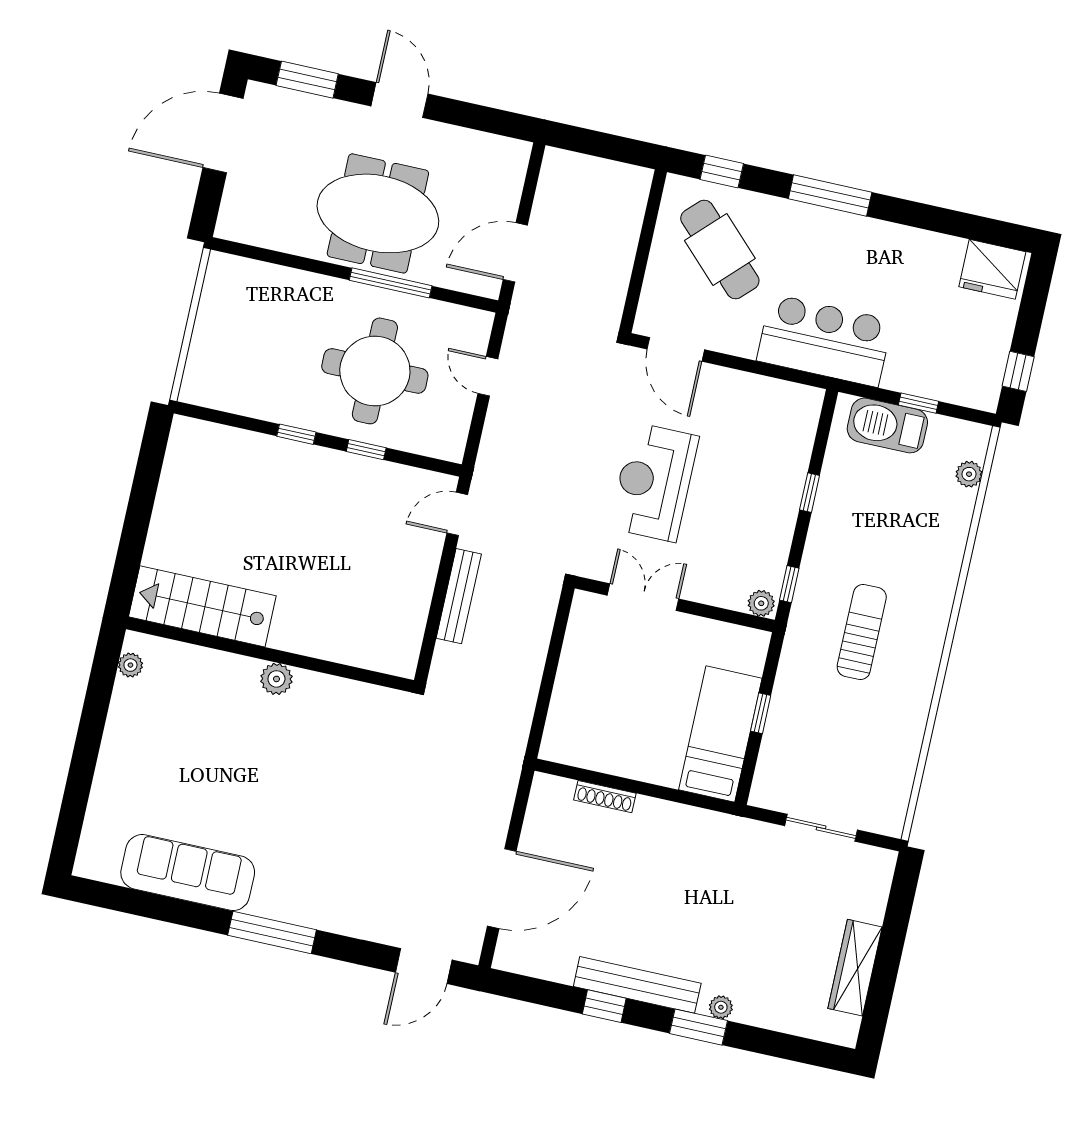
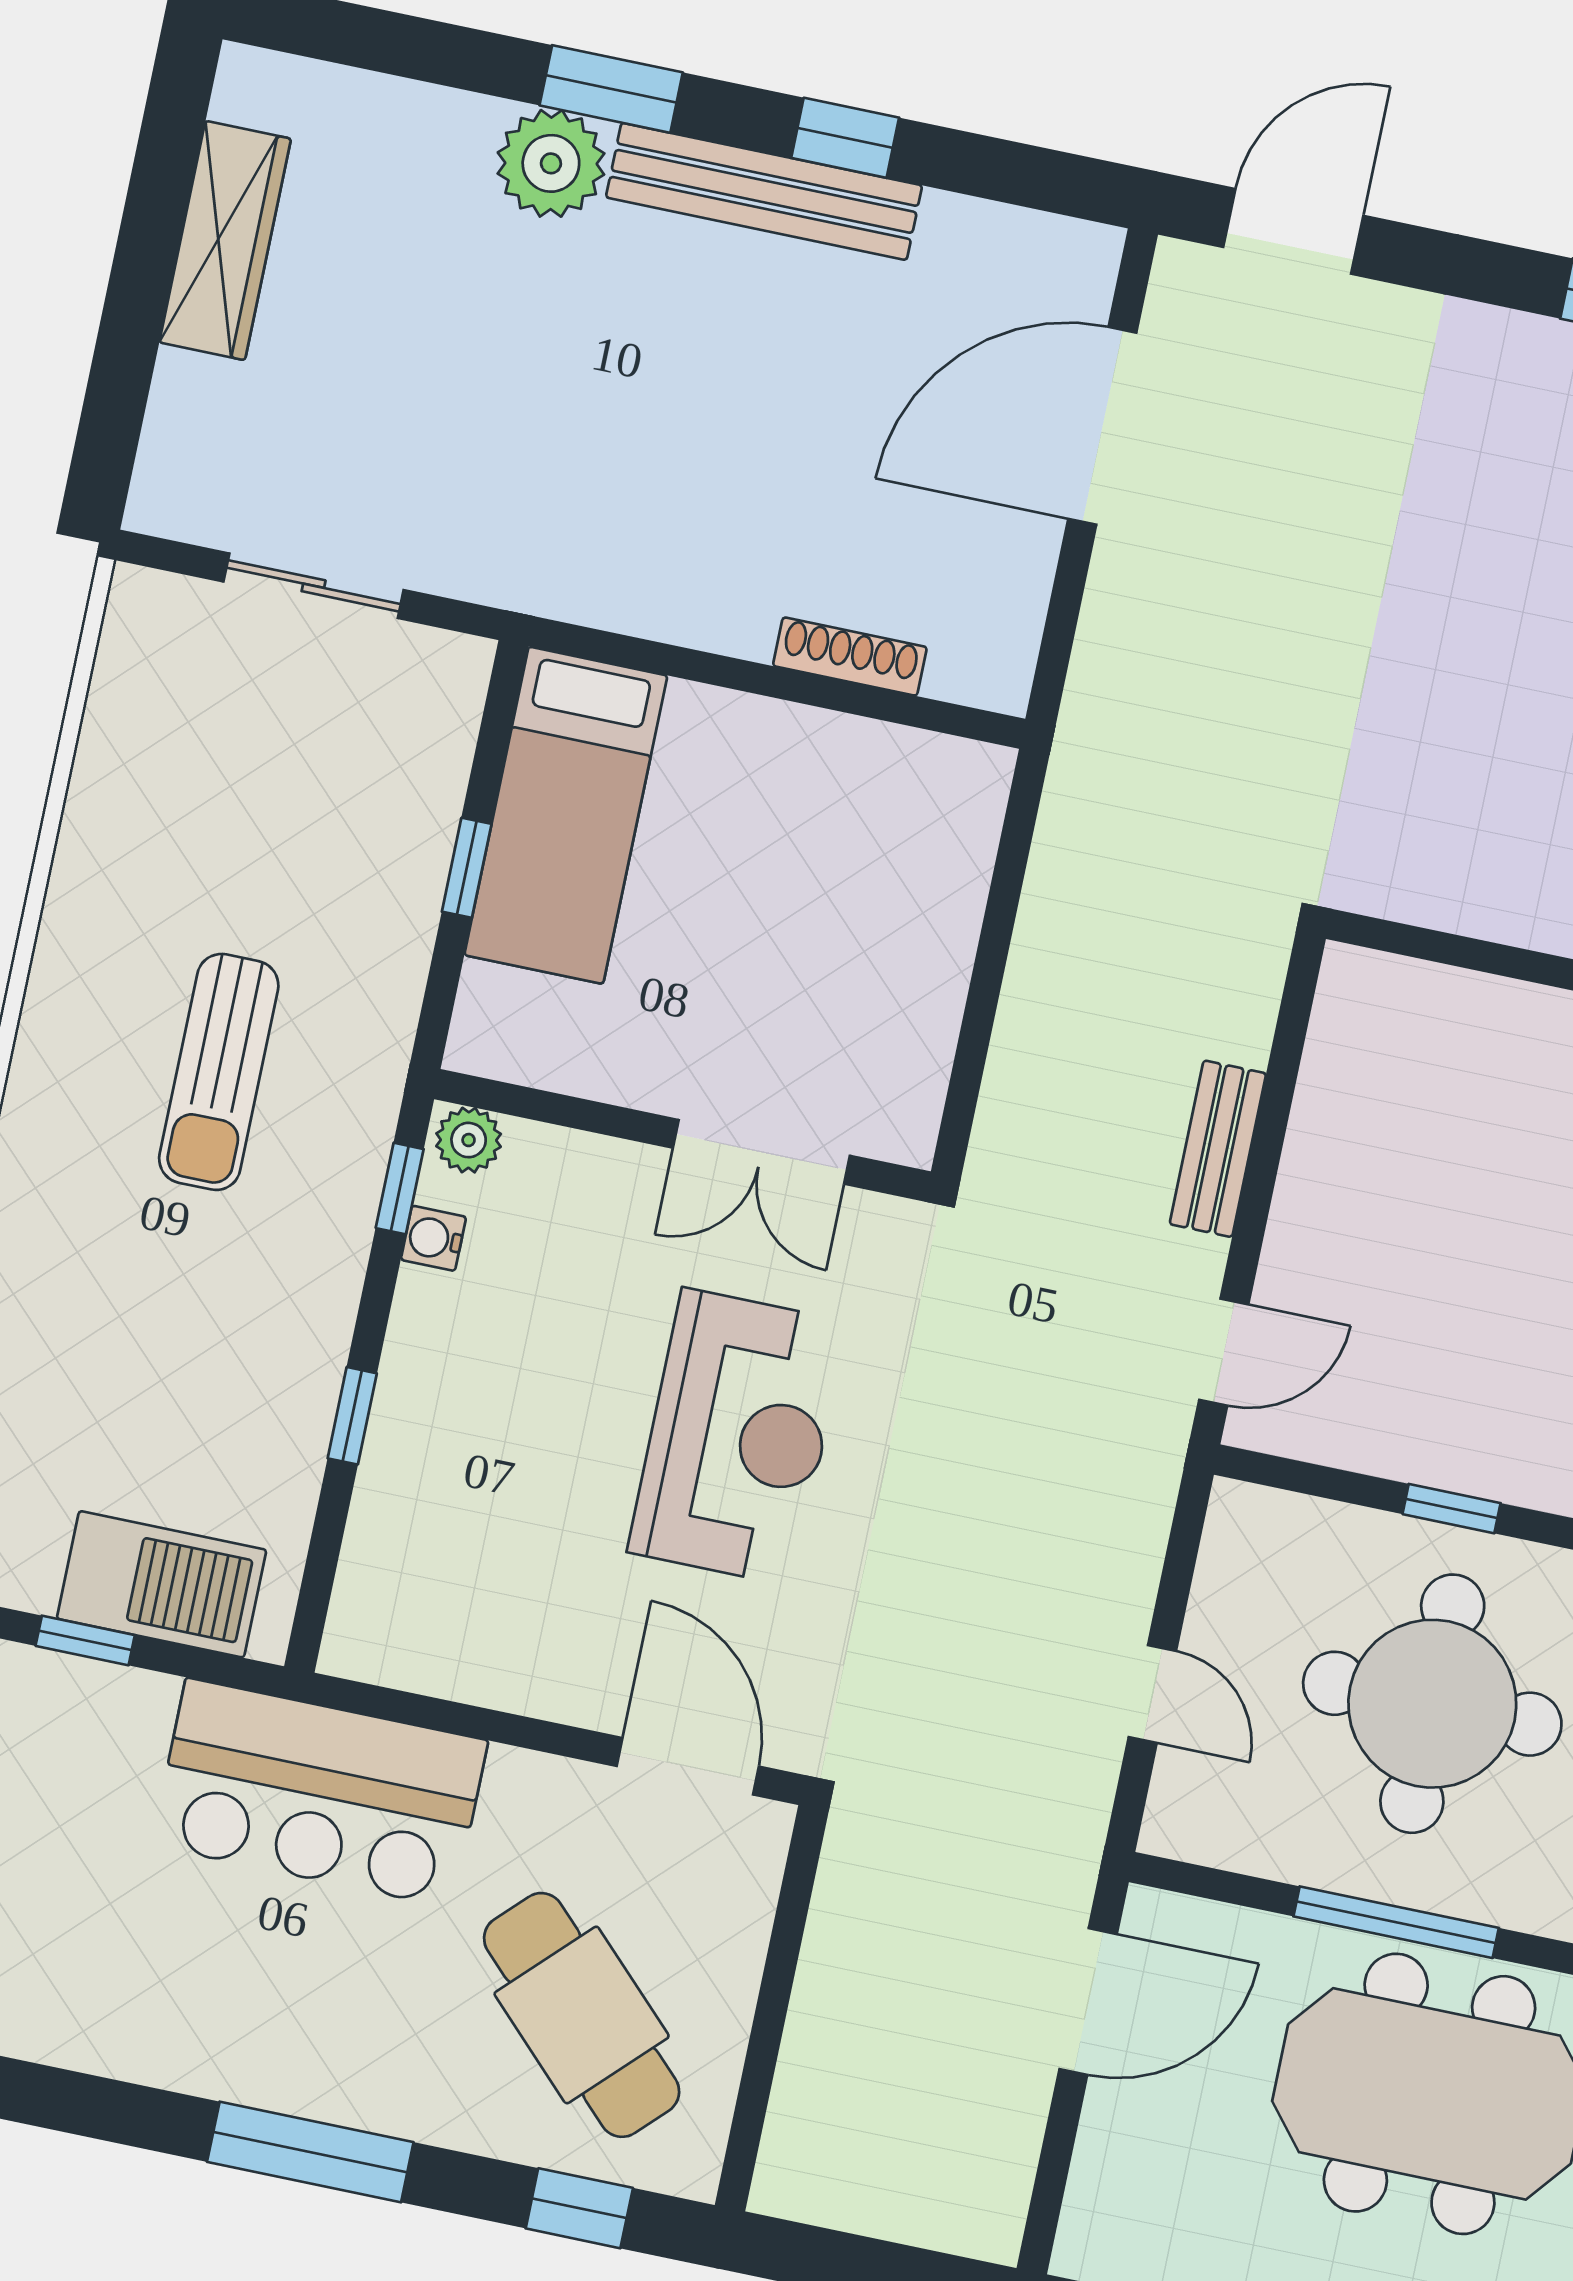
water cooler: (776, 564) -> (433, 1238), added
bench: (459, 596) -> (1218, 1149), width x0.73
plant: (721, 1007) -> (551, 163), width x1.87, depth x1.87

